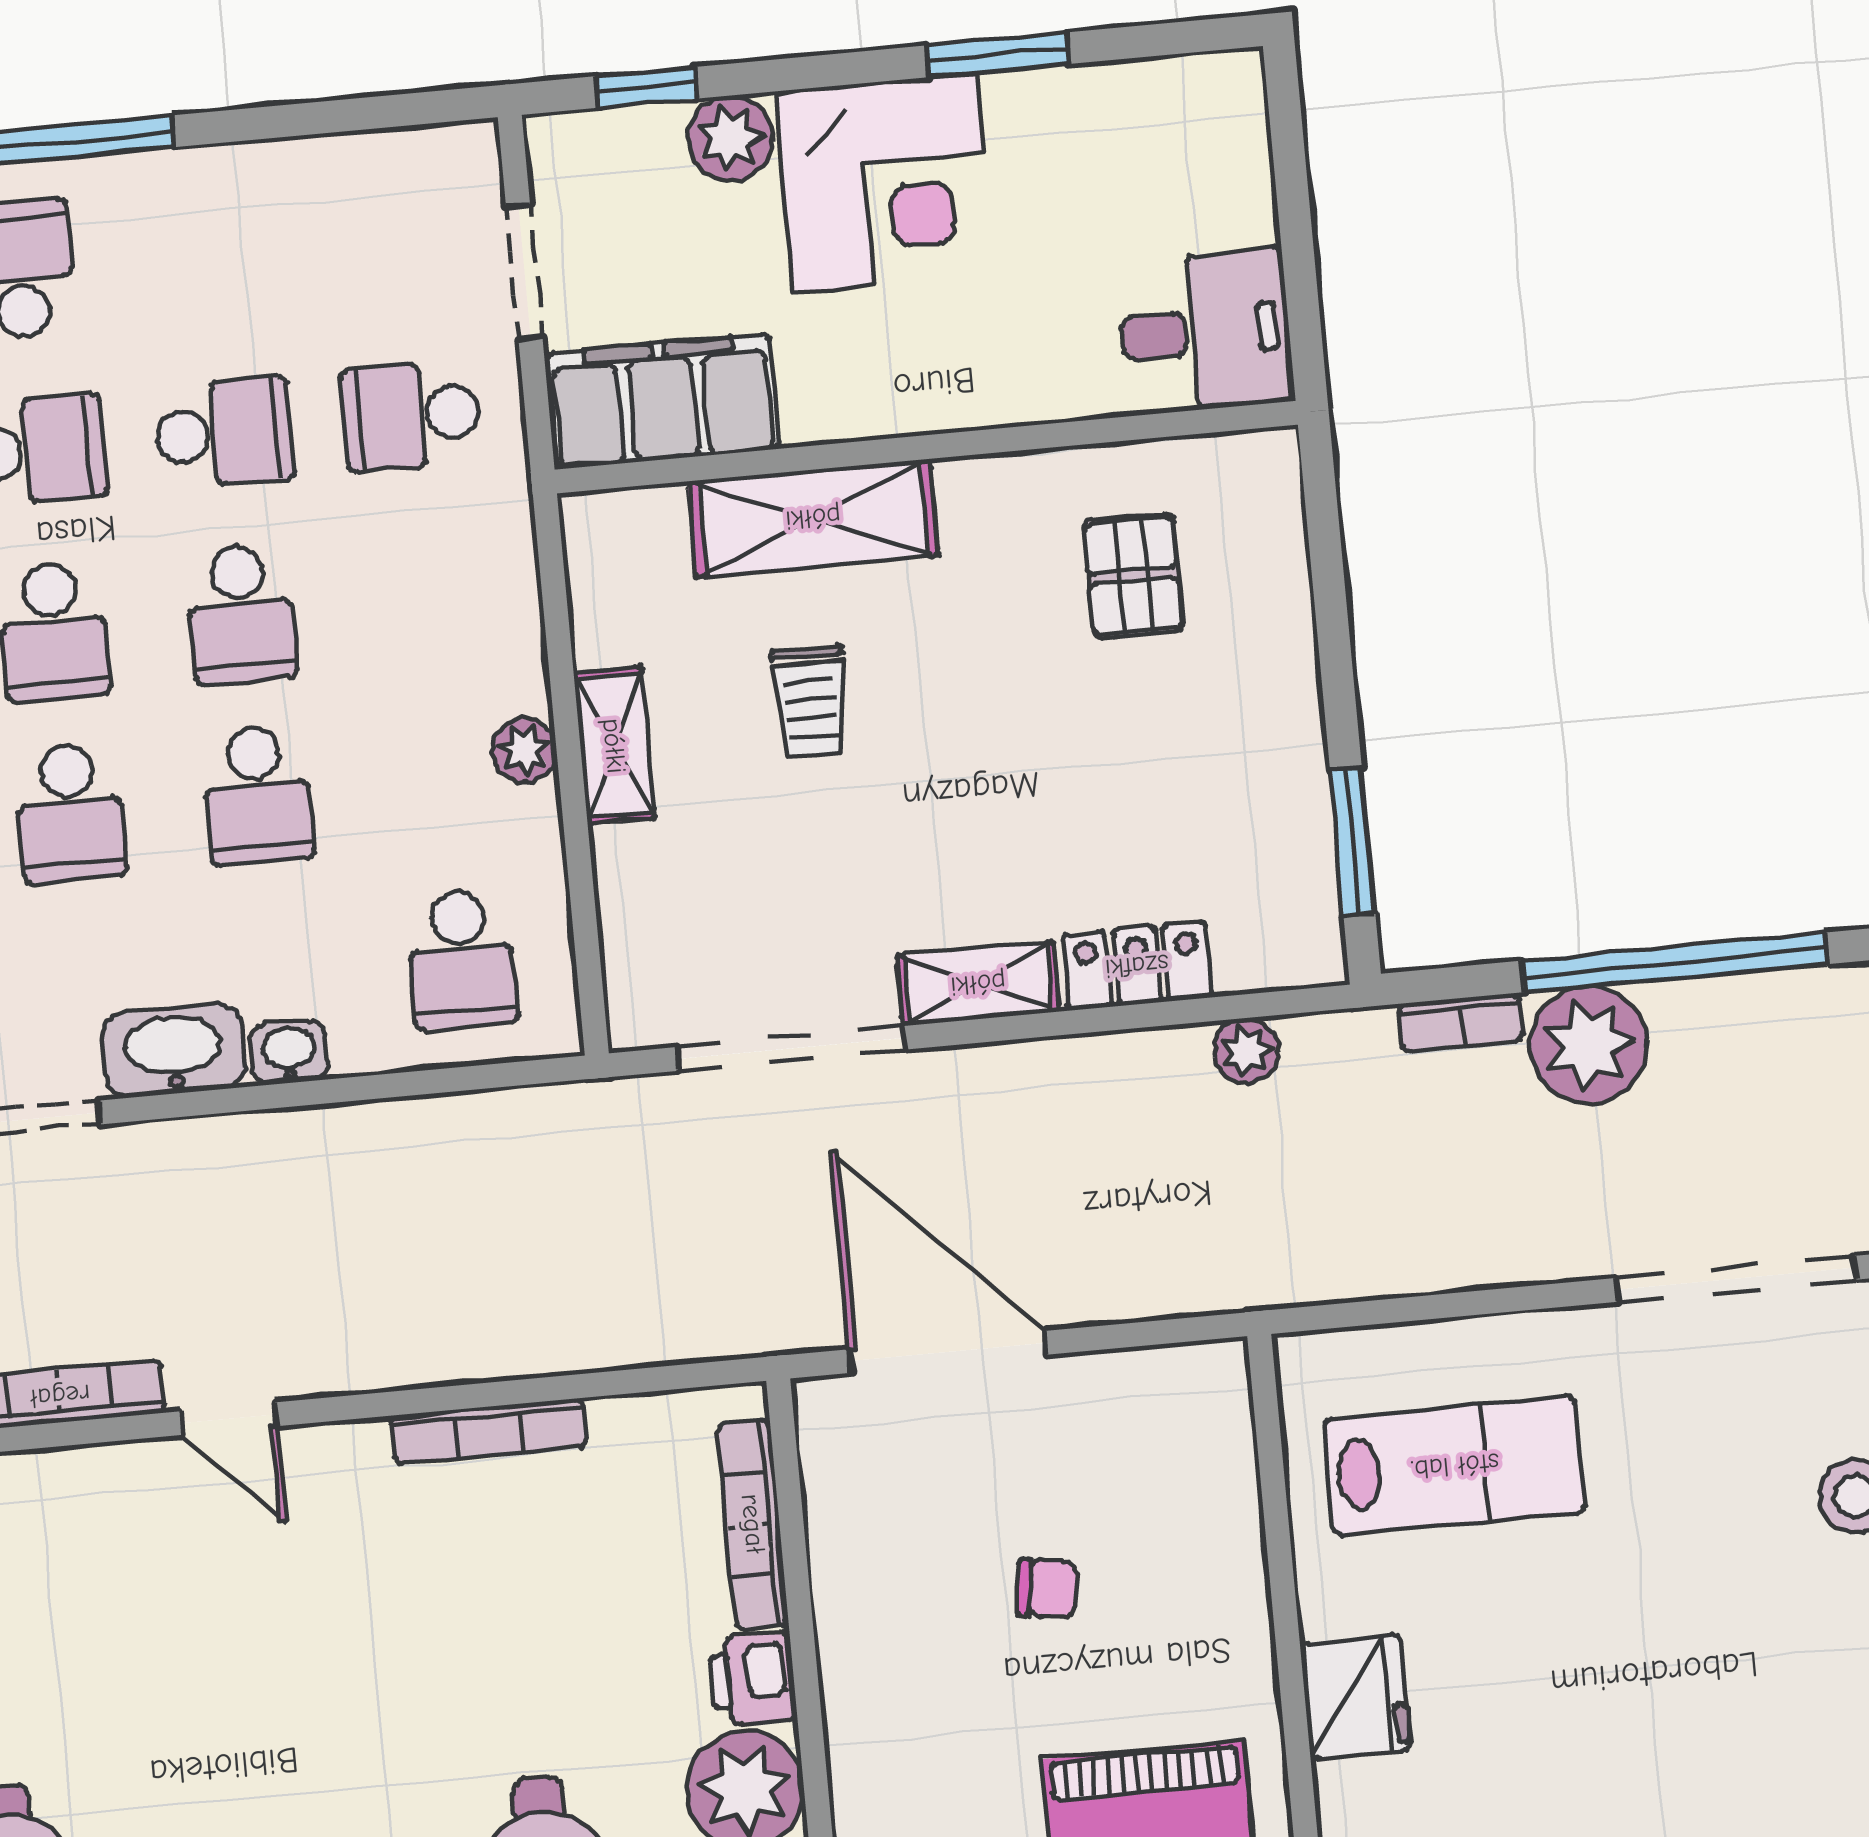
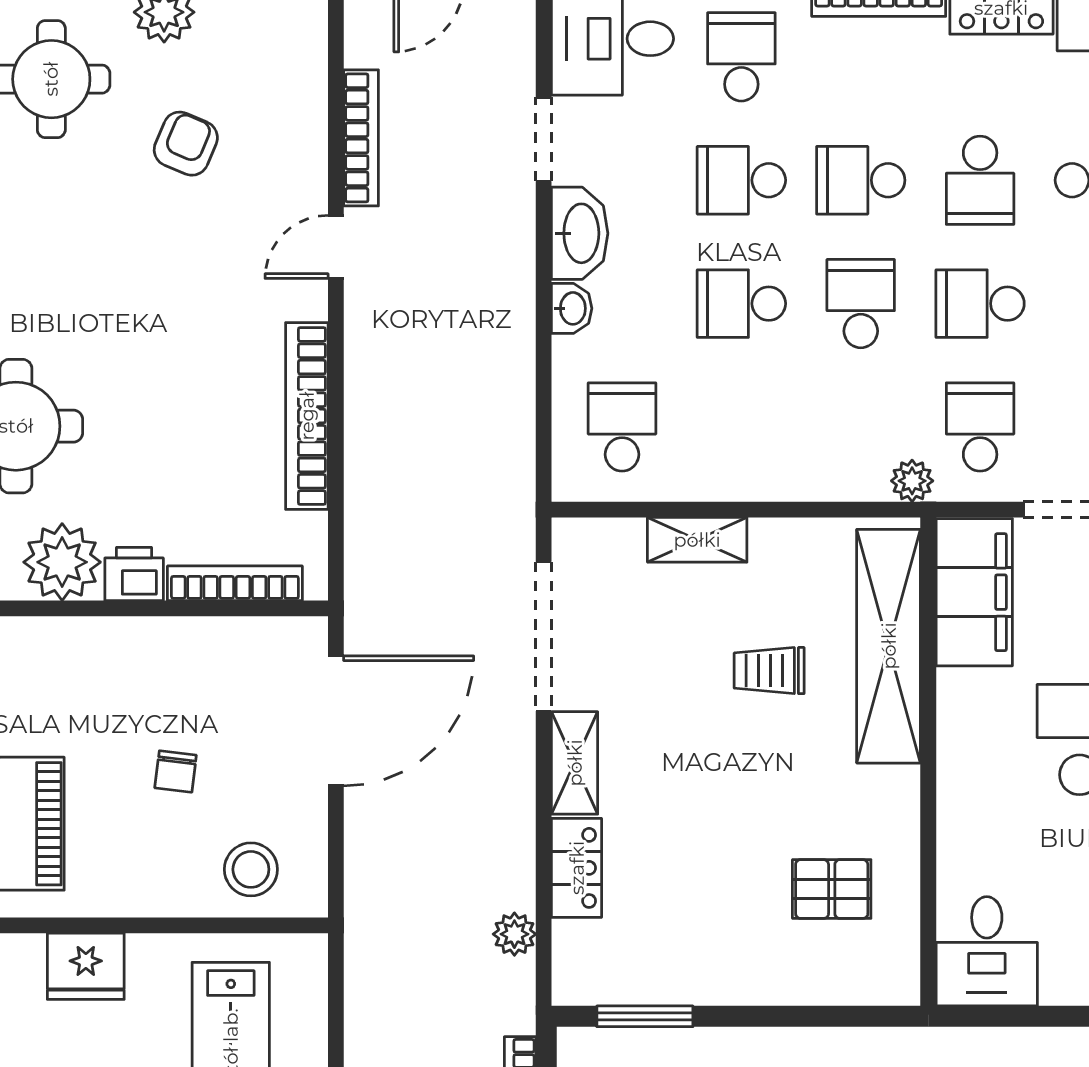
school desk: (224, 433) -> (980, 304), turned 90
shelving: (813, 518) -> (889, 646), width x1.47
school desk: (241, 614) -> (861, 304), turned 90
shelving: (614, 746) -> (697, 540), moved
plant: (525, 750) -> (912, 481), moved
school desk: (462, 959) -> (622, 427), turned 90
bookcase: (489, 1431) -> (307, 416), width x1.48, depth x1.31
stool: (1185, 1460) -> (251, 869), added
armchair: (93, 1661) -> (186, 144), added

